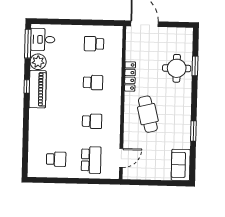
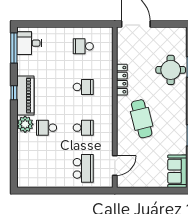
plant: (38, 62) -> (25, 124), moved
school desk: (56, 159) -> (47, 128), moved, turned 180

